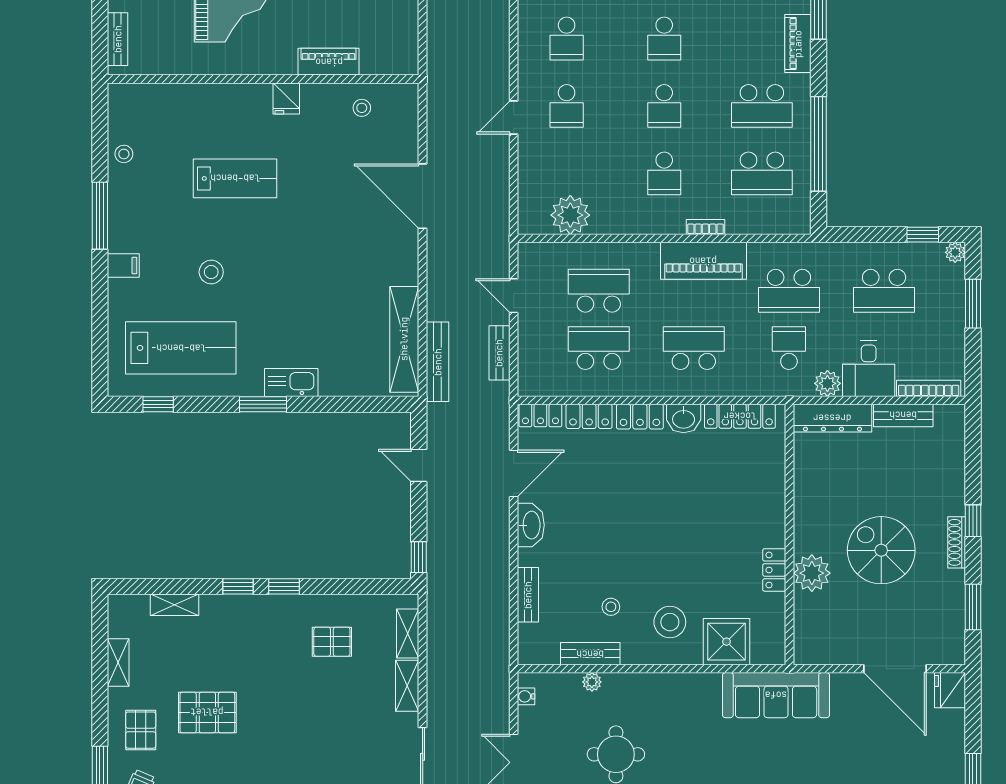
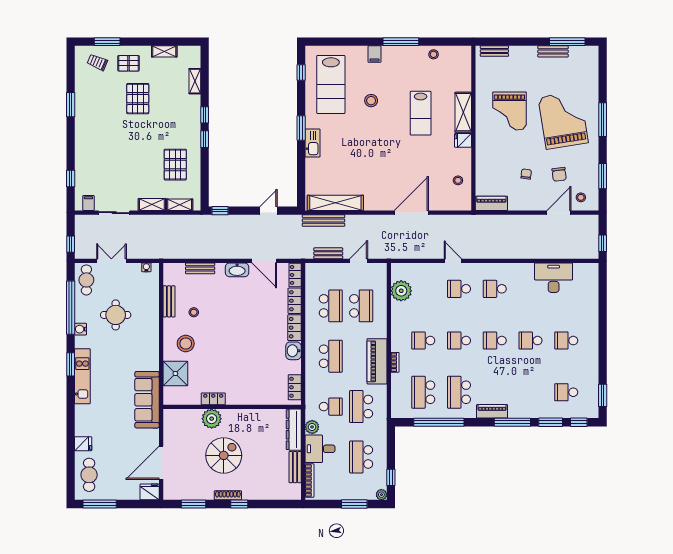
piano: (329, 62) -> (491, 203), moved, turned -90
shelving: (233, 98) -> (463, 112), added
locker: (740, 416) -> (295, 387), width x0.66
pallet: (332, 642) -> (175, 165), width x1.50, depth x1.42
plant: (592, 682) -> (154, 302), removed

